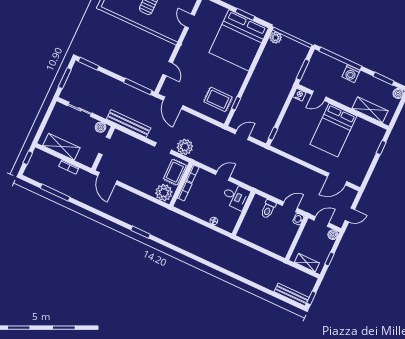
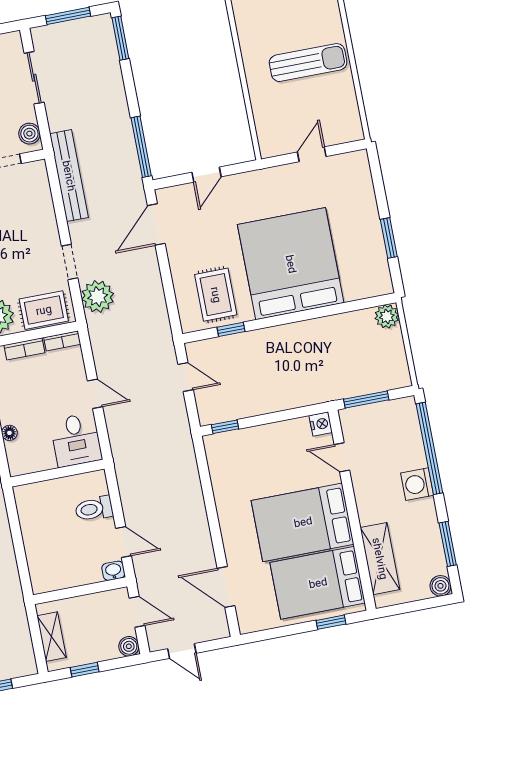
bed: (239, 40) -> (291, 264), moved, turned 90
bed: (362, 141) -> (318, 583), added

